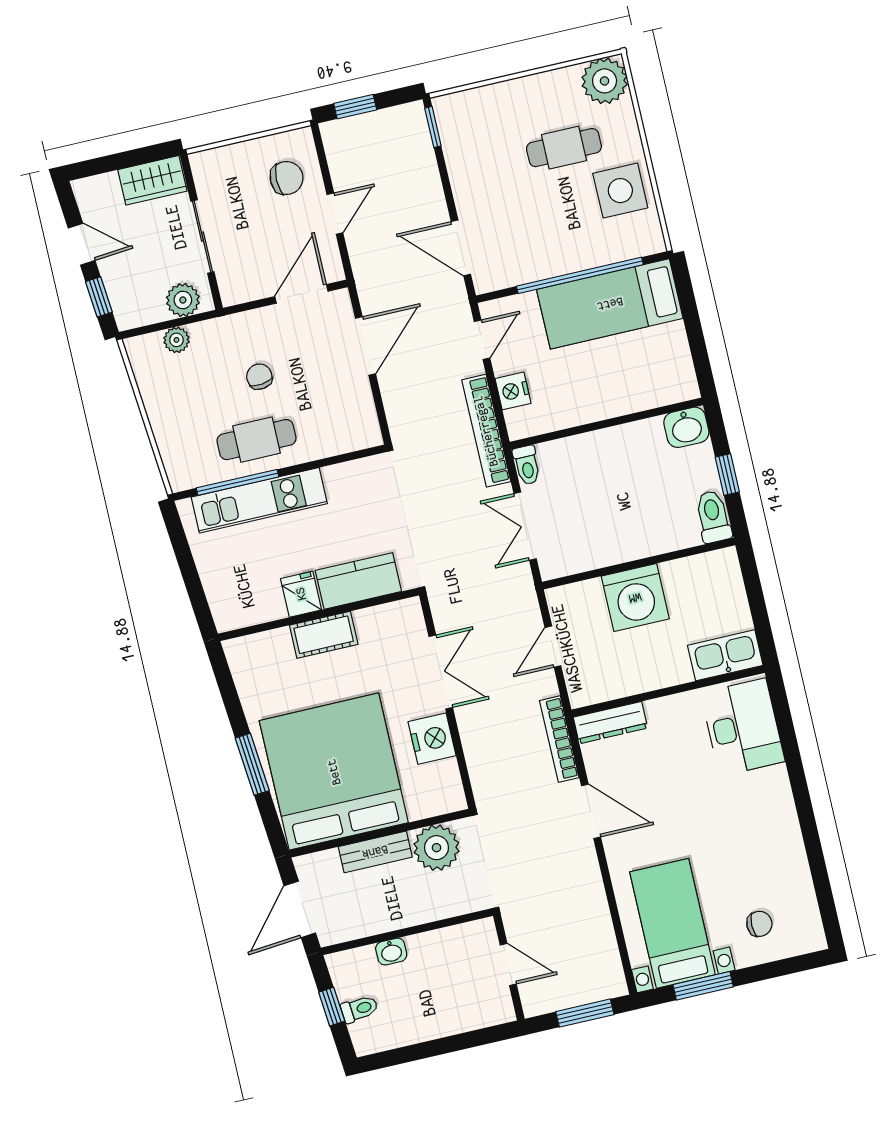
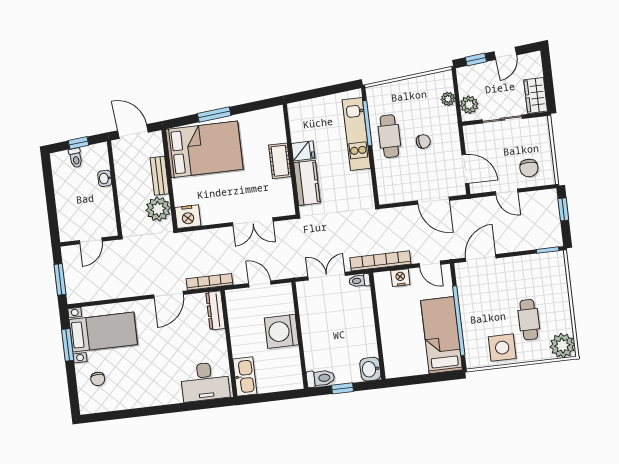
nightstand: (432, 739) -> (188, 217), moved
bed: (334, 772) -> (204, 149), width x0.73

